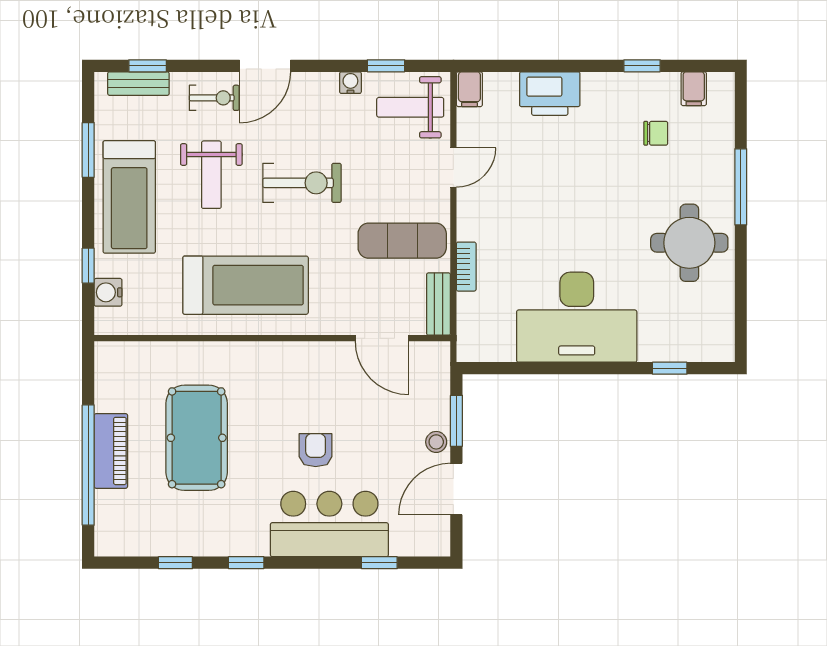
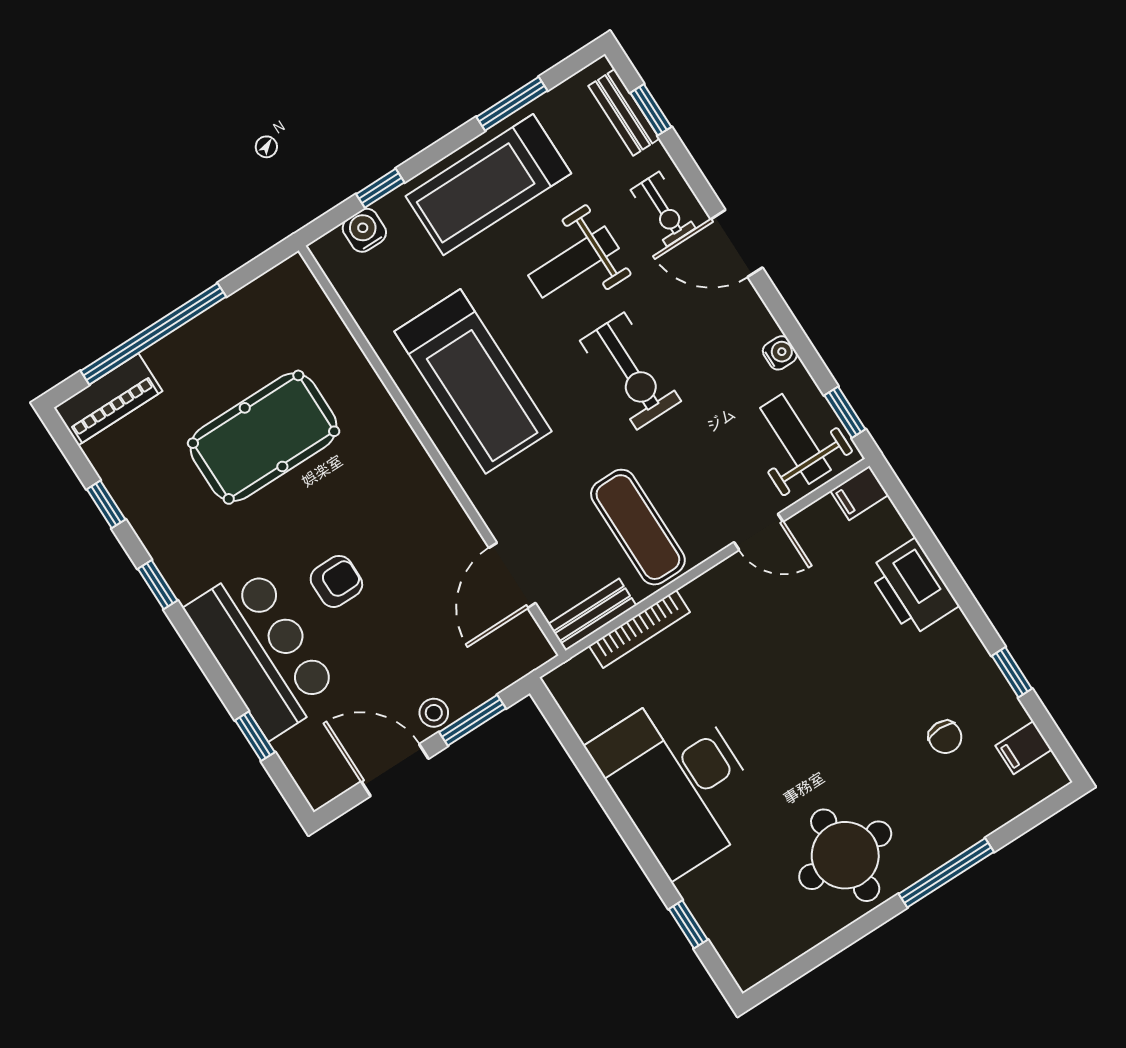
window: (386, 66) -> (845, 412), moved
bookcase: (466, 267) -> (639, 629), width x1.56
piano: (111, 451) -> (108, 399), moved

